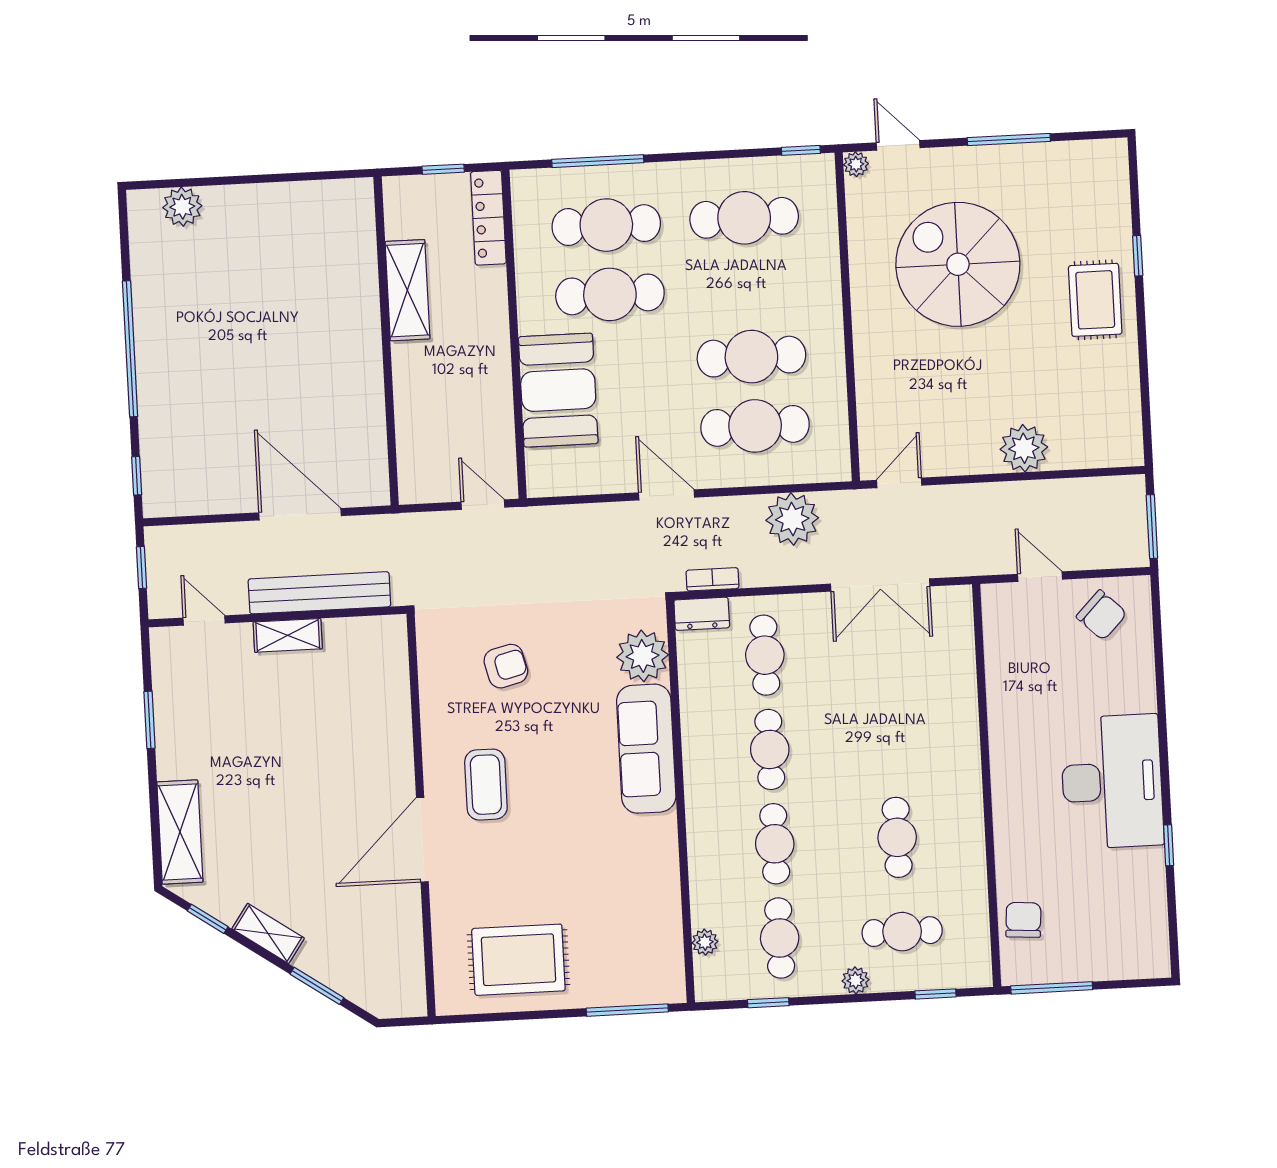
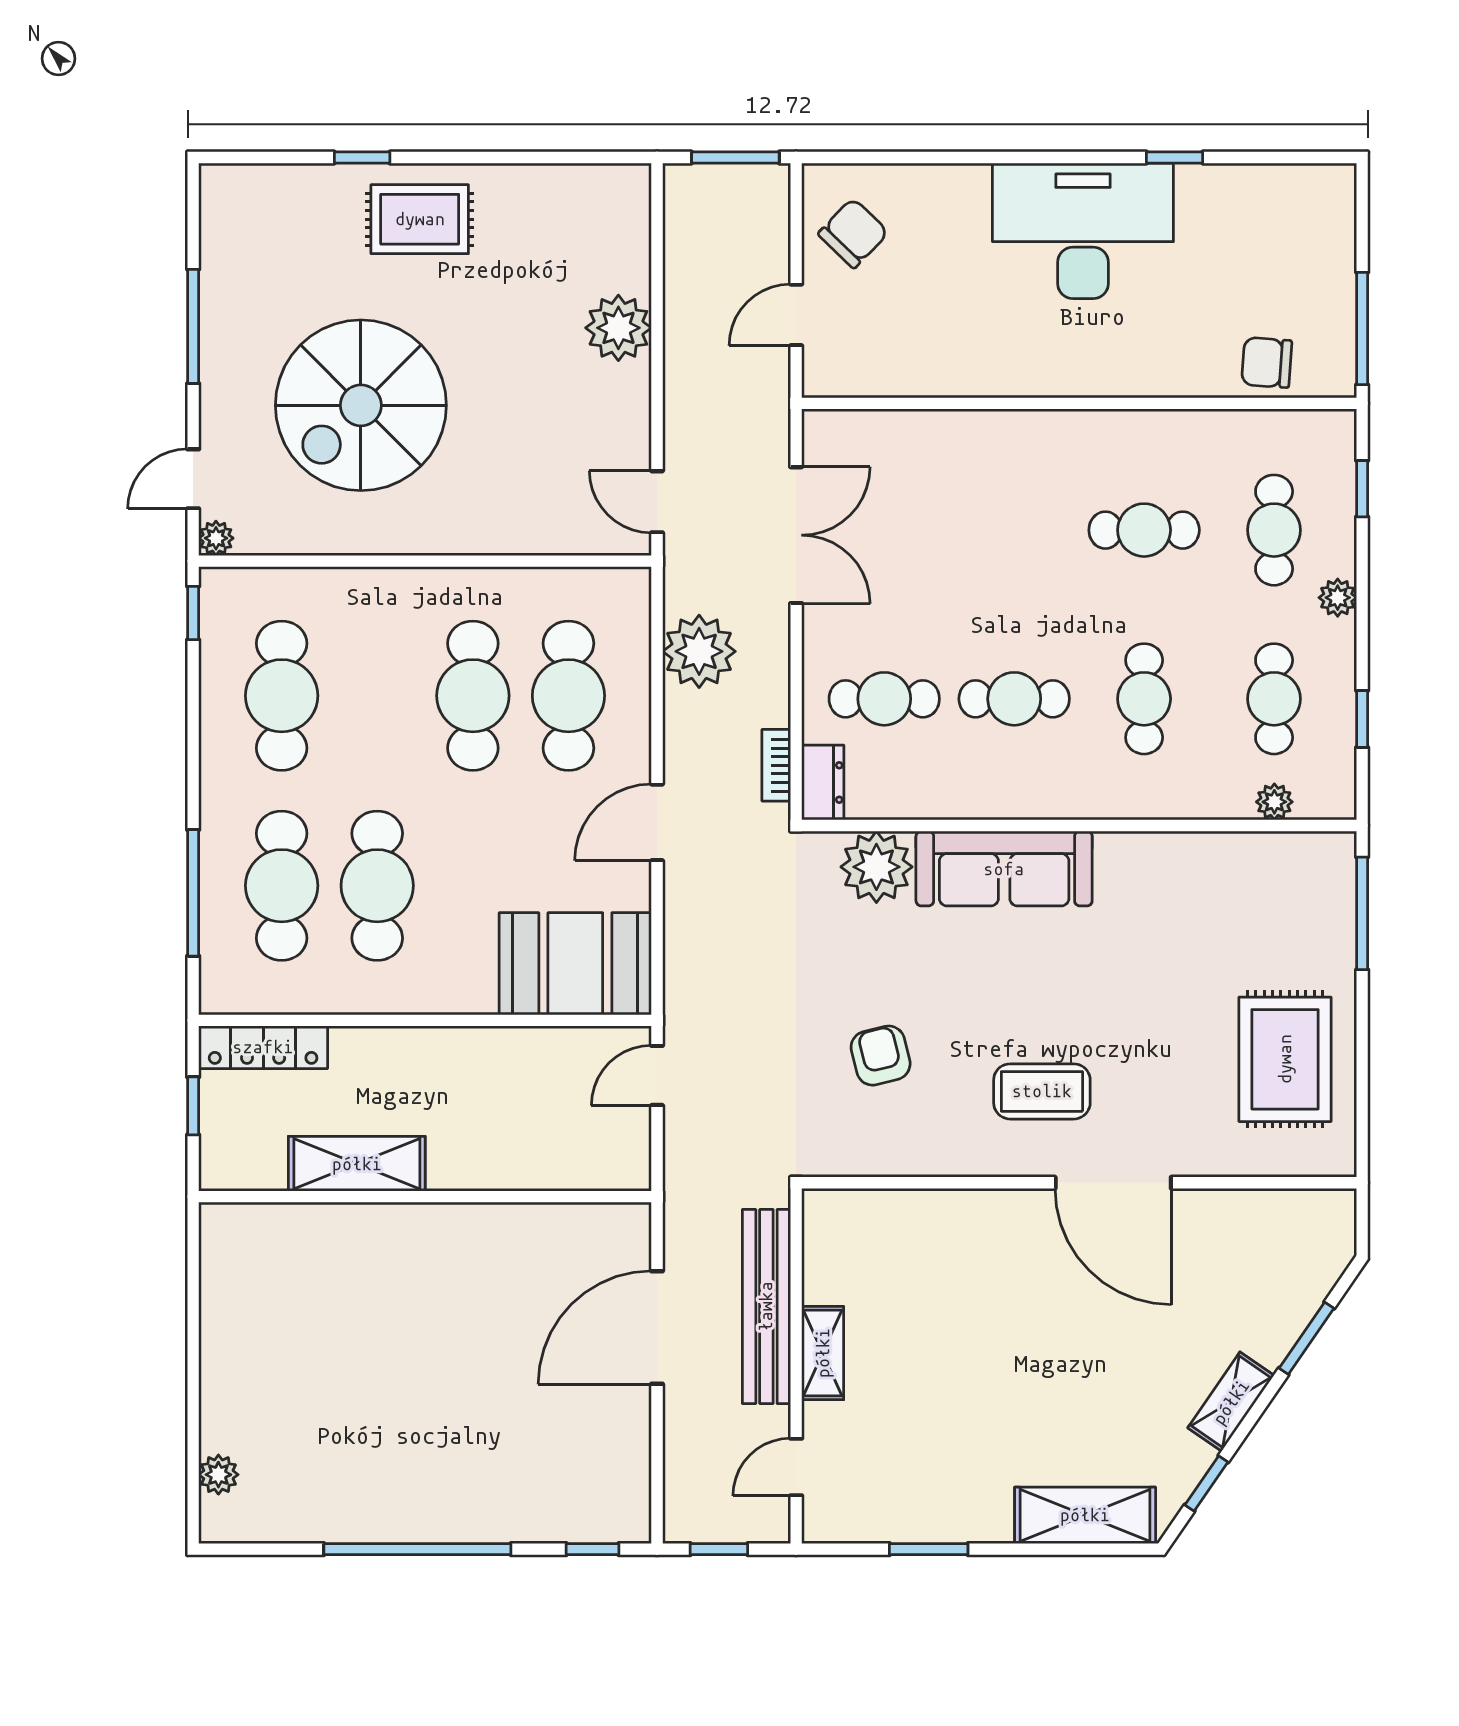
plant: (182, 207) -> (218, 1475), width x0.73, depth x0.73
booth: (558, 390) -> (575, 964), moved
cafe table: (775, 844) -> (1144, 699), turned 90
cafe table: (780, 938) -> (1274, 699), turned 90

